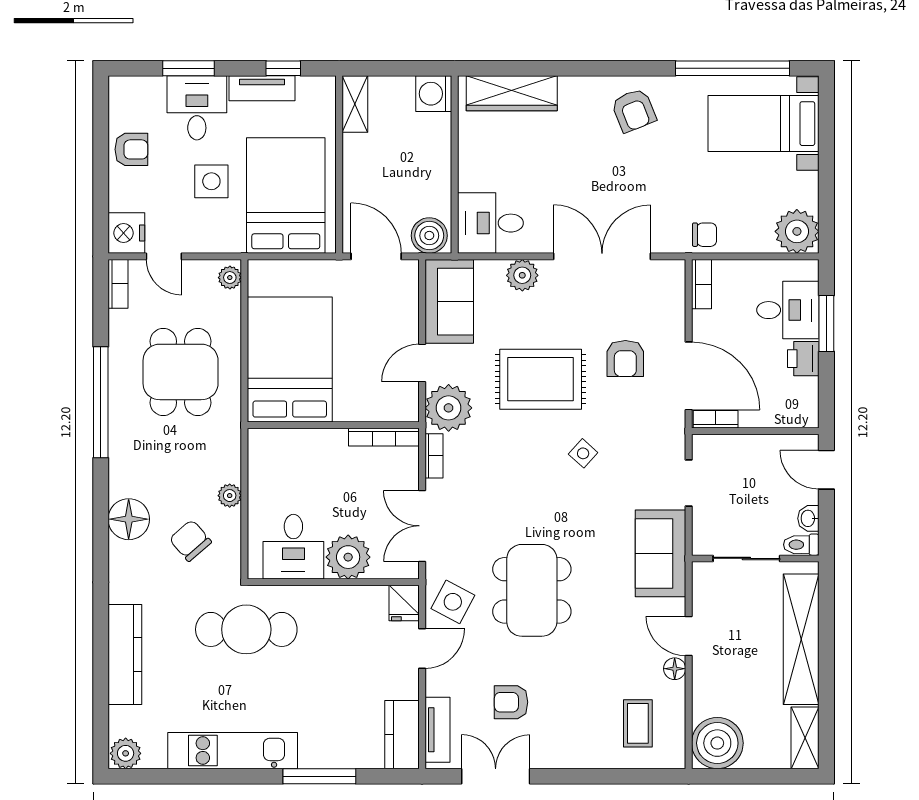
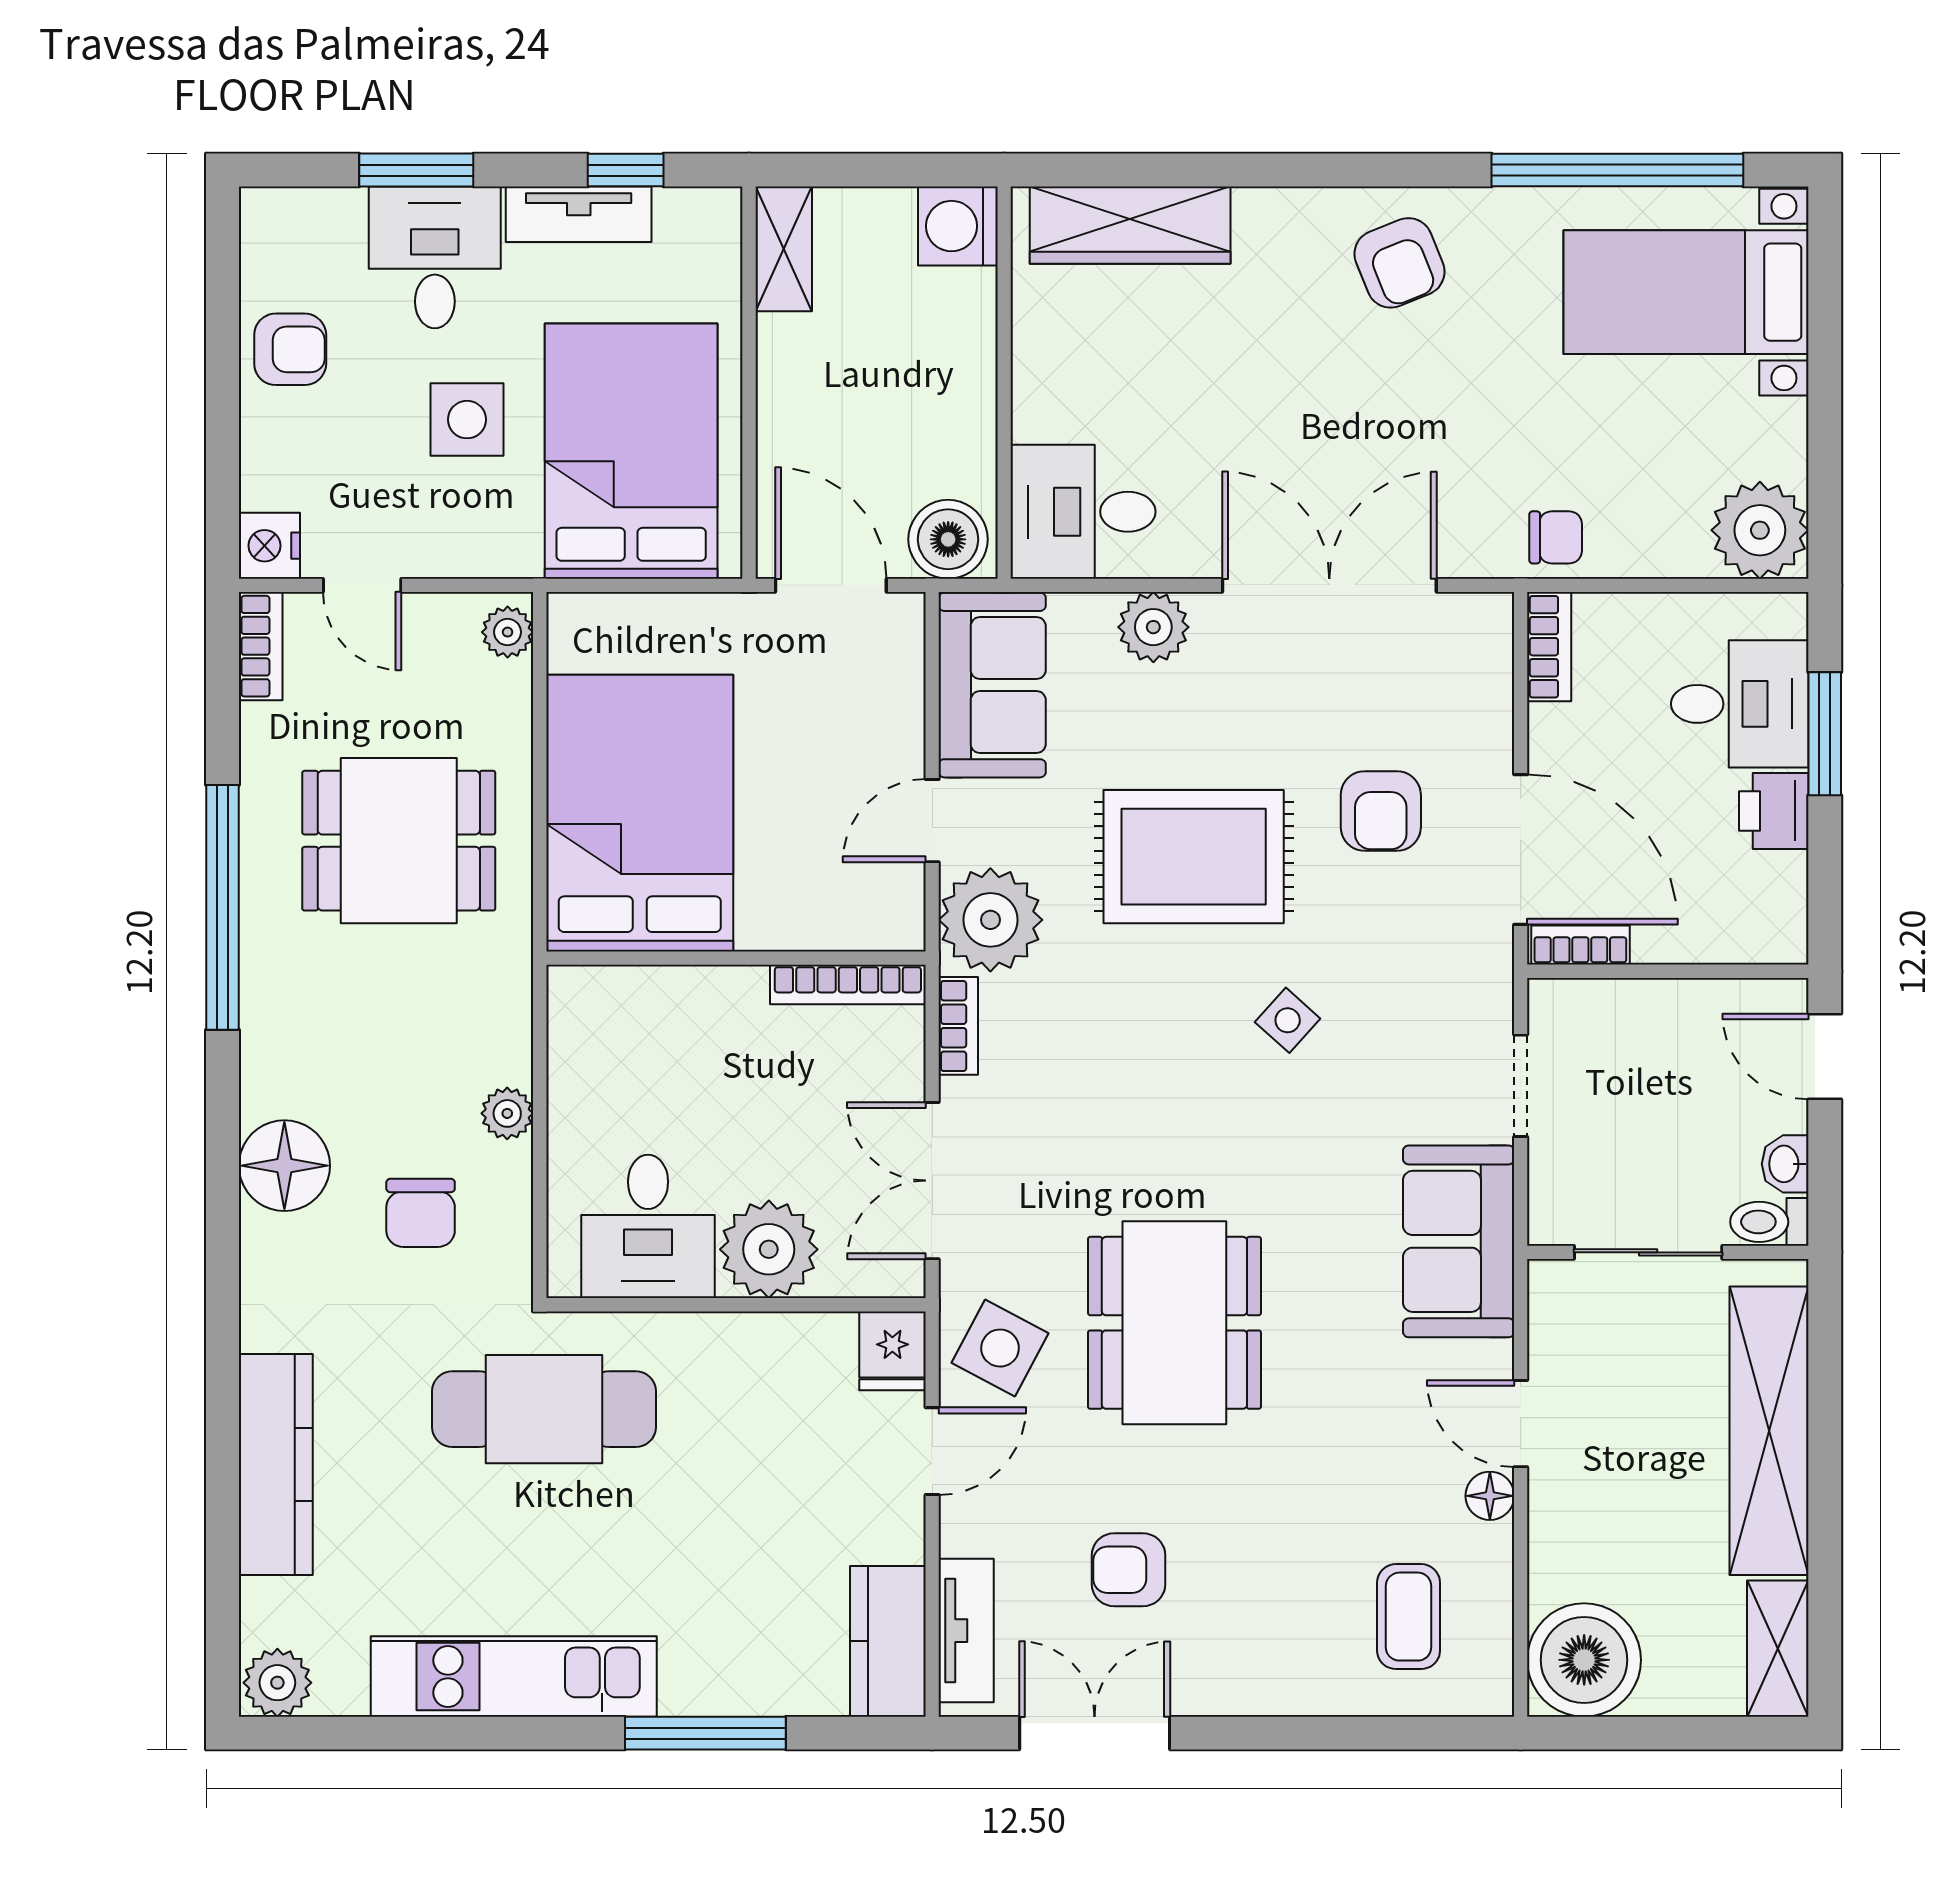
nightstand: (126, 233) -> (269, 546), width x0.74, depth x0.75
dining table: (181, 372) -> (399, 841), turned 90
chair: (190, 541) -> (421, 1213), turned -139

